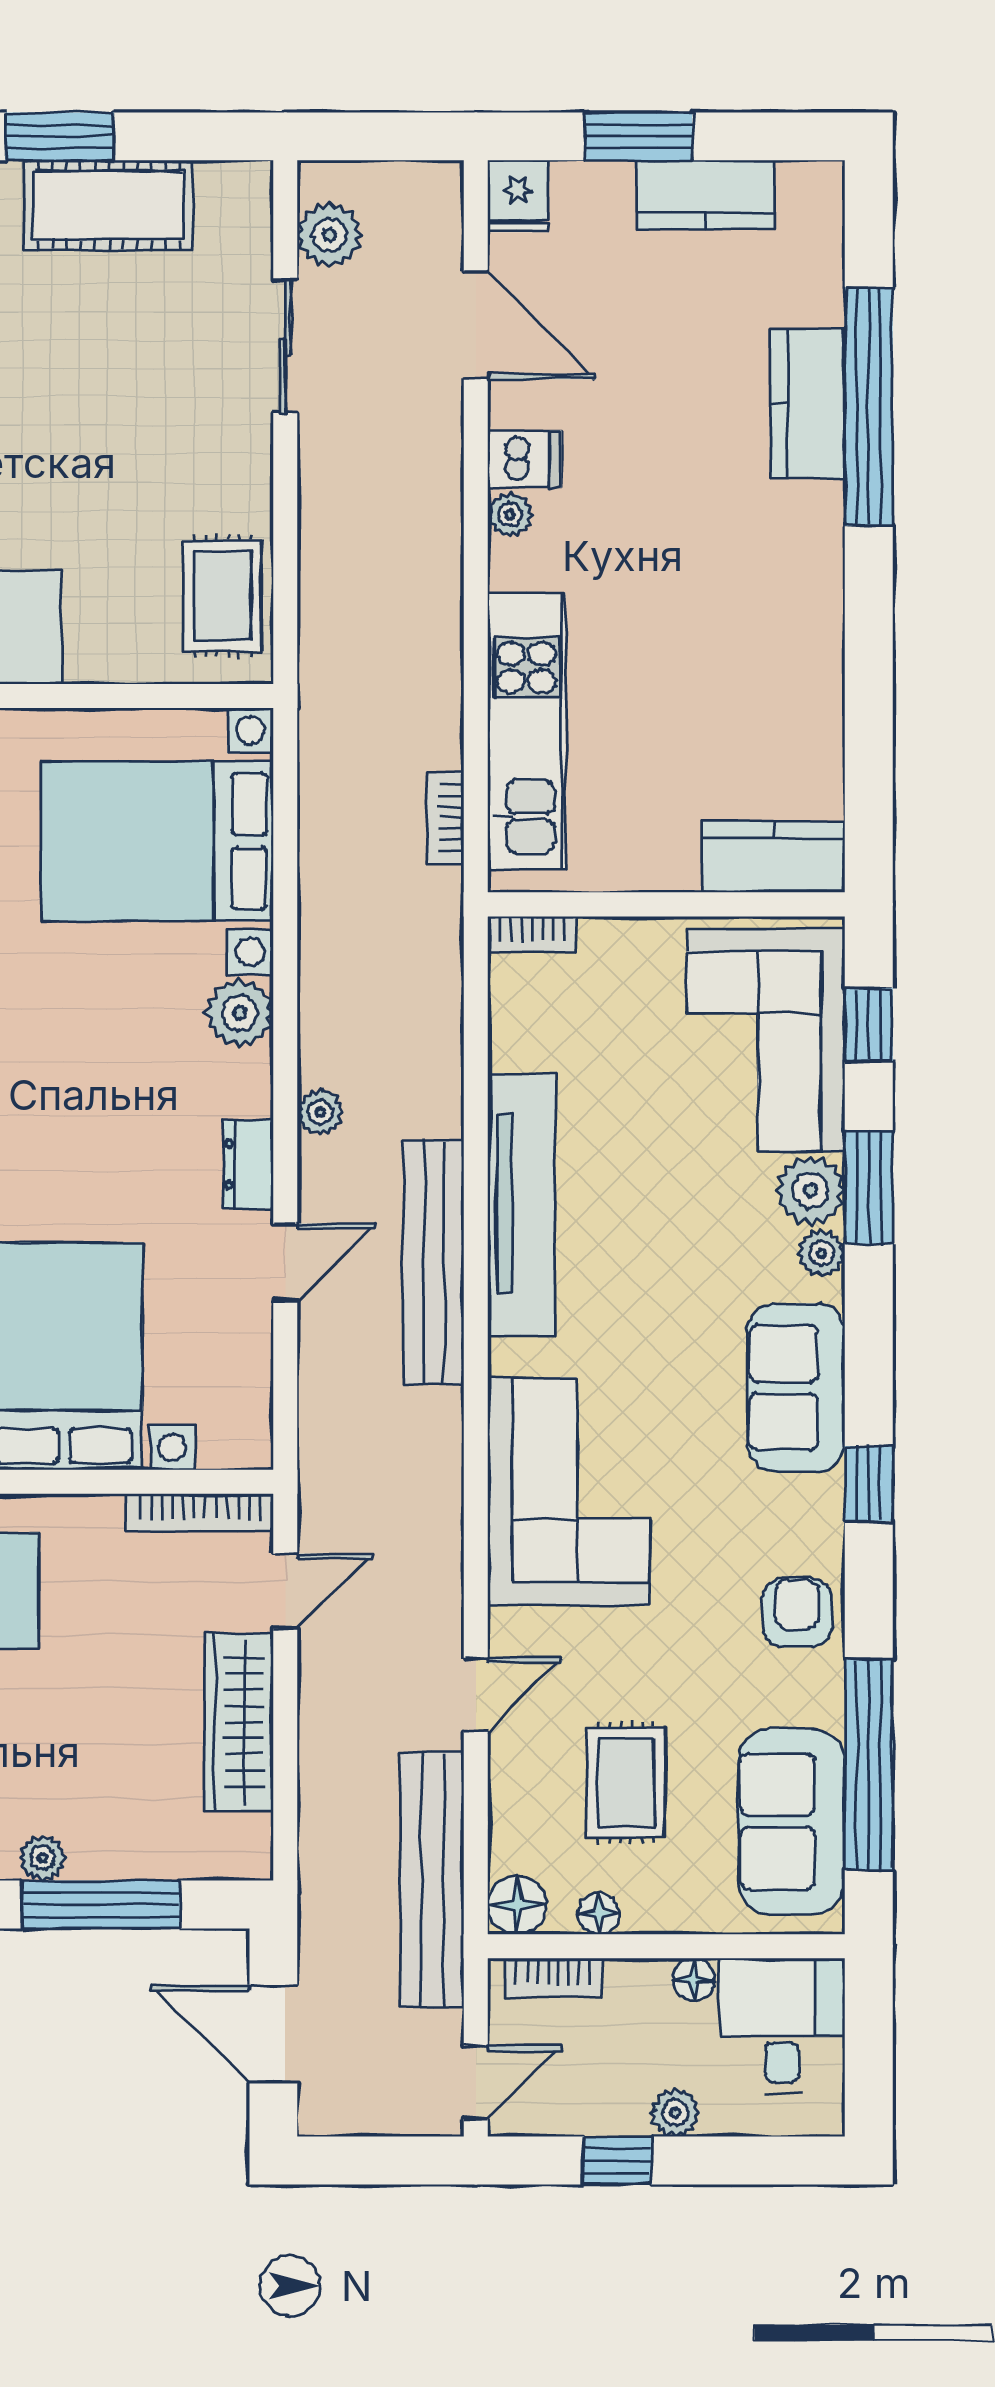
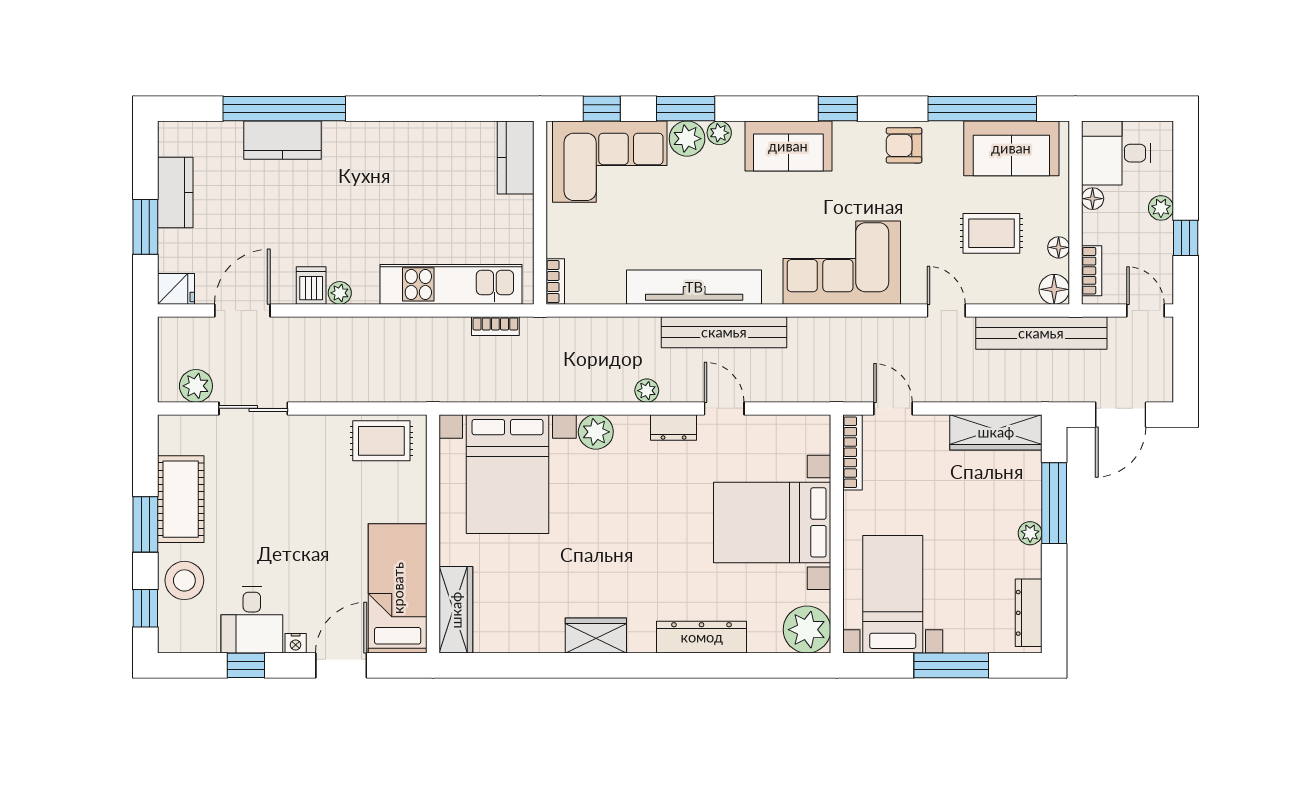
wardrobe: (239, 1722) -> (996, 432), moved

